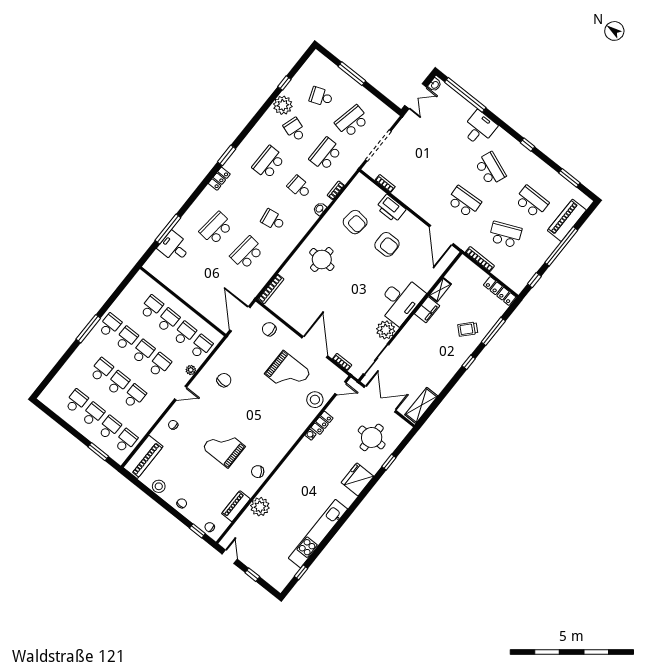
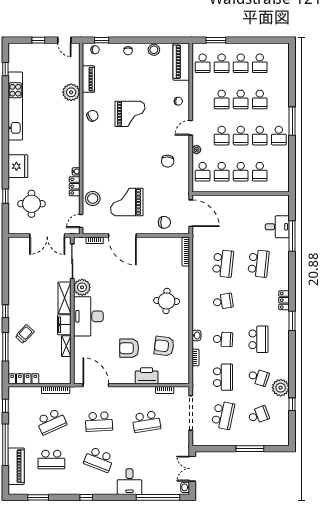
school desk: (423, 169) -> (146, 422), added
shelving: (421, 405) -> (65, 298), moved

